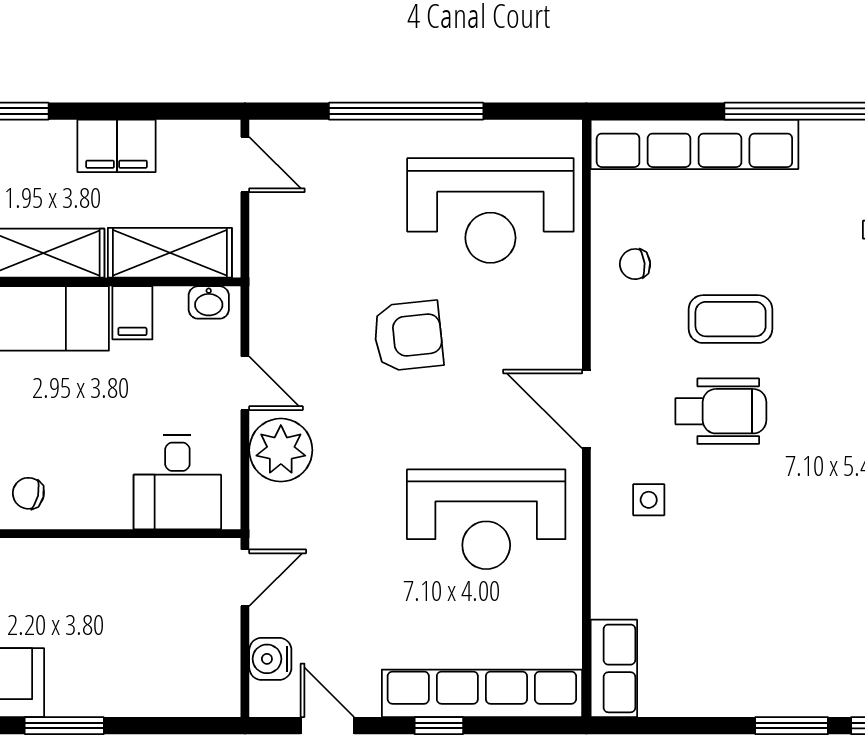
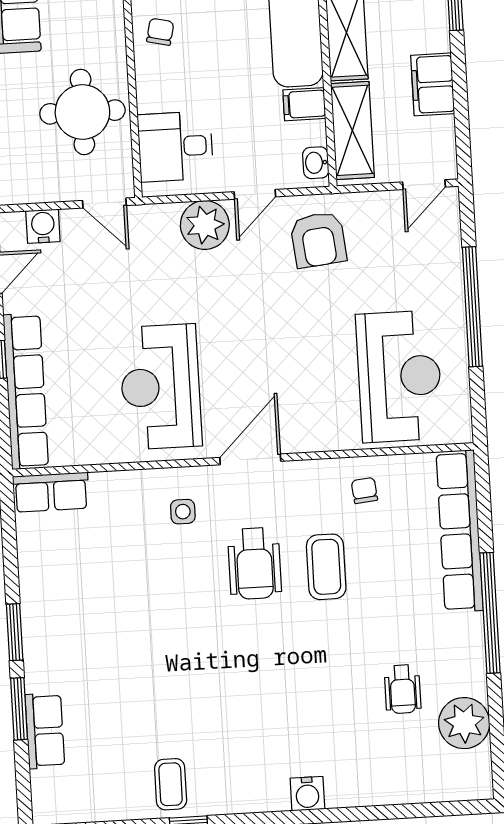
reception desk: (490, 211) -> (399, 376), turned 180
armchair: (408, 336) -> (318, 240), moved
round table: (126, 599) -> (82, 112), added

